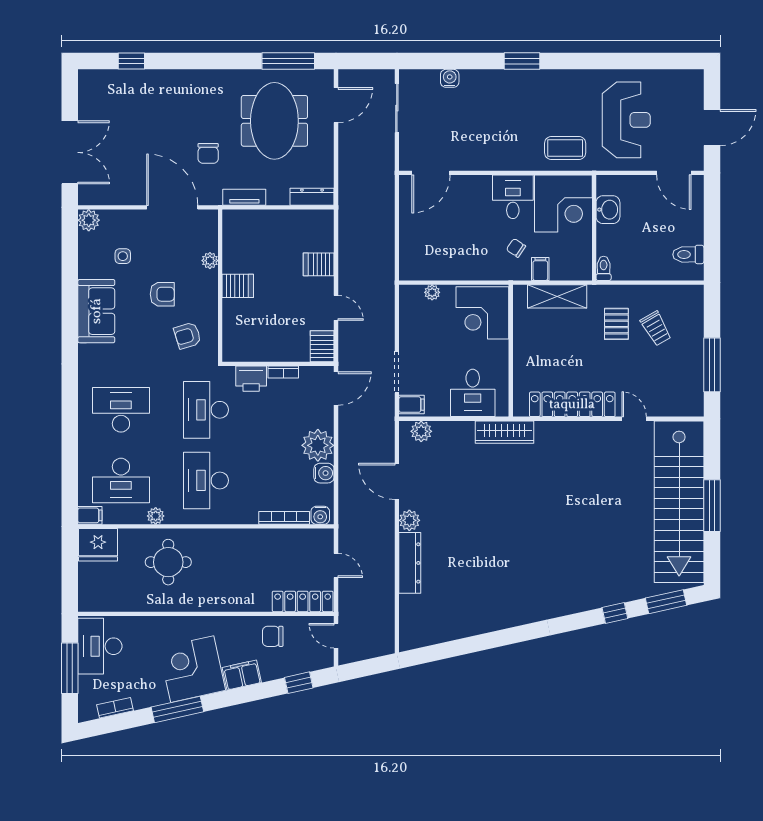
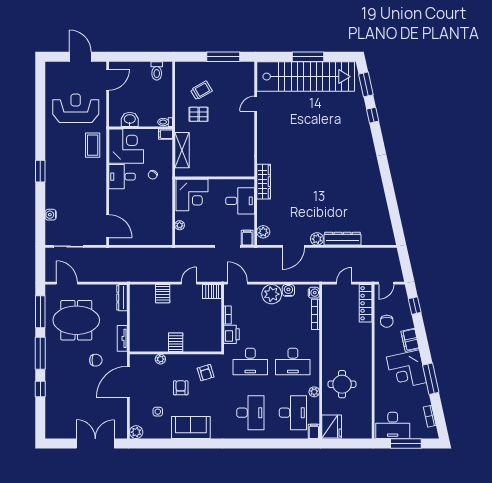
window: (131, 61) -> (40, 389), moved
window: (220, 61) -> (40, 353), added
filing cabinet: (540, 269) -> (165, 134), moved
locker: (572, 404) -> (247, 141), removed
desk: (121, 410) -> (250, 413), turned 180

